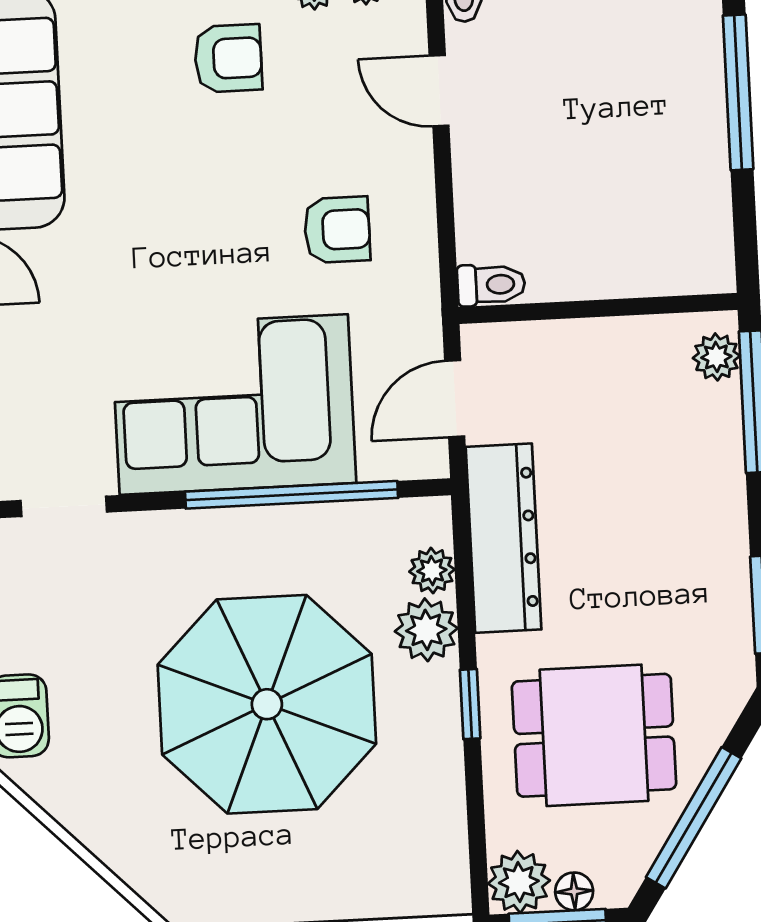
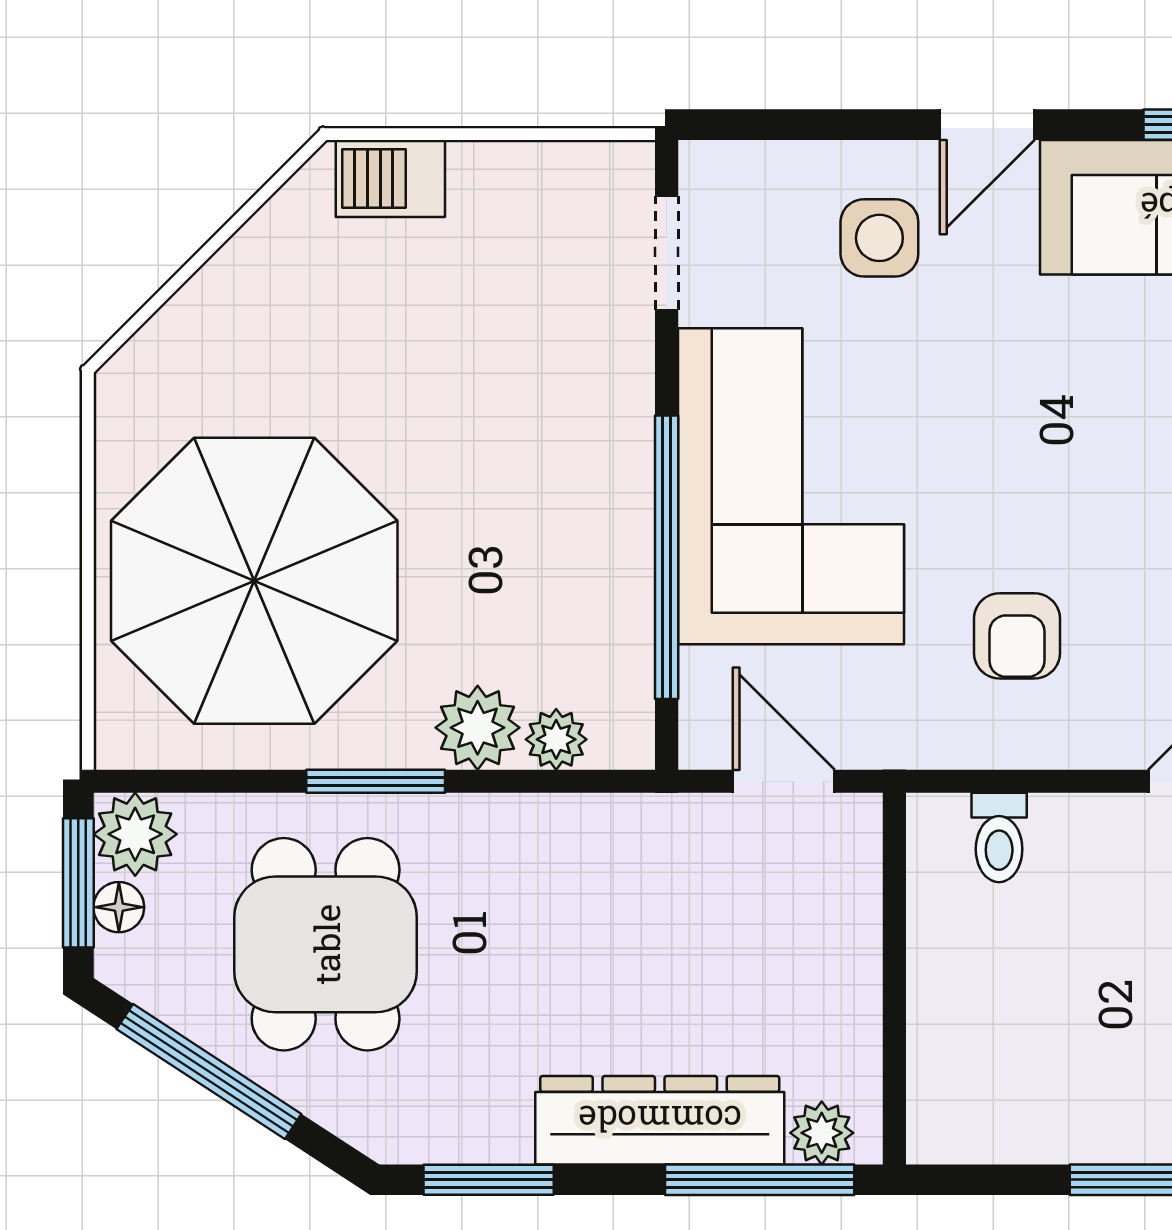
toilet: (491, 285) -> (999, 837), moved
side table: (45, 348) -> (879, 238), added
dresser: (504, 538) -> (660, 1120), moved, turned 180
parasol: (267, 704) -> (254, 581), moved
window: (470, 704) -> (376, 781), width x1.50

